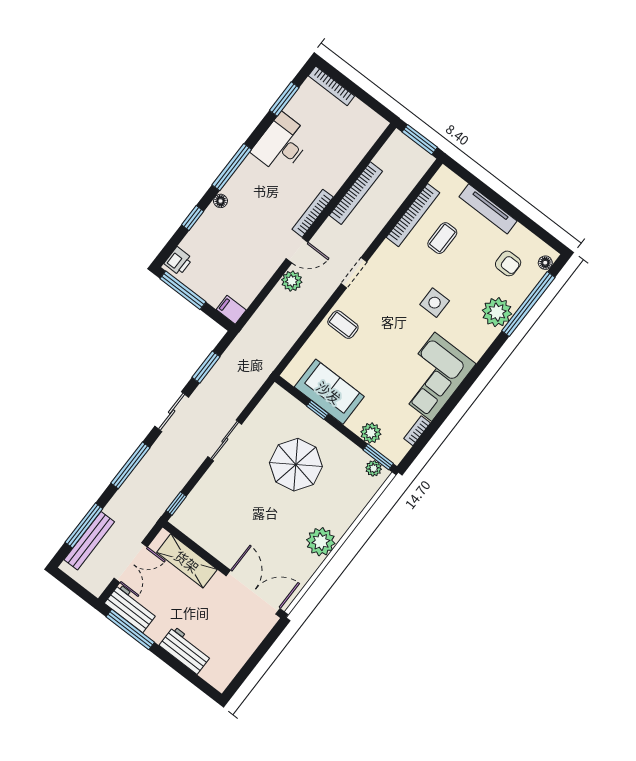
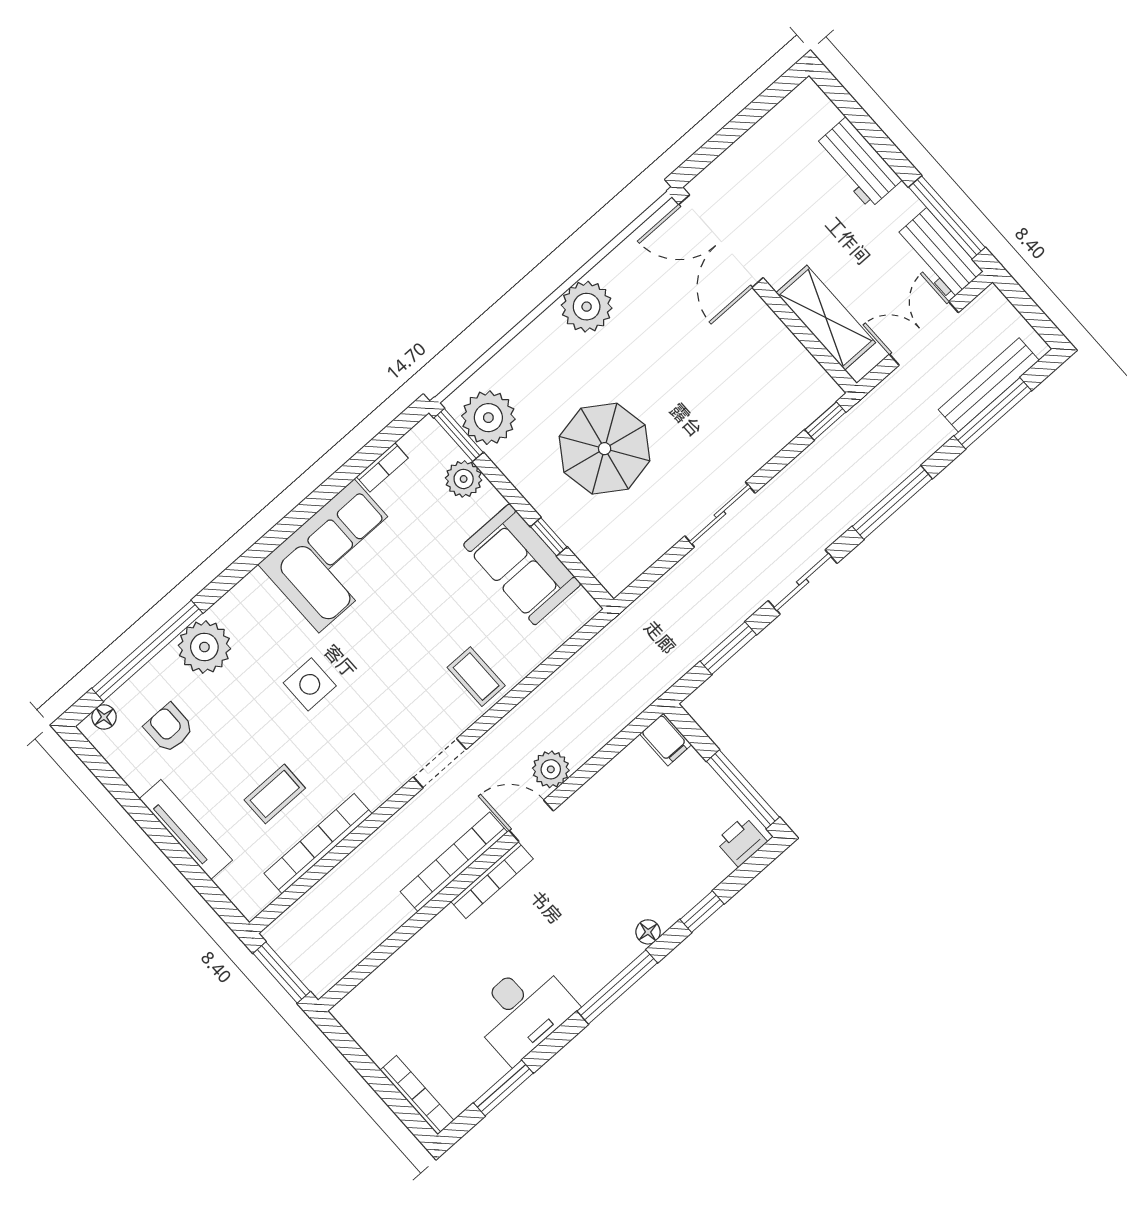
bookcase: (356, 193) -> (454, 862), moved
plant: (374, 468) -> (488, 418), width x1.88, depth x1.88

